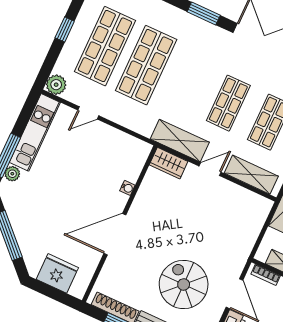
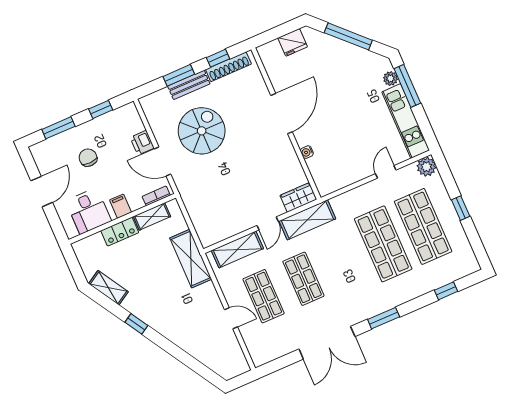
fridge: (57, 273) -> (293, 42), width x0.73, depth x0.75
spiral stairs: (184, 285) -> (202, 131), turned -90

